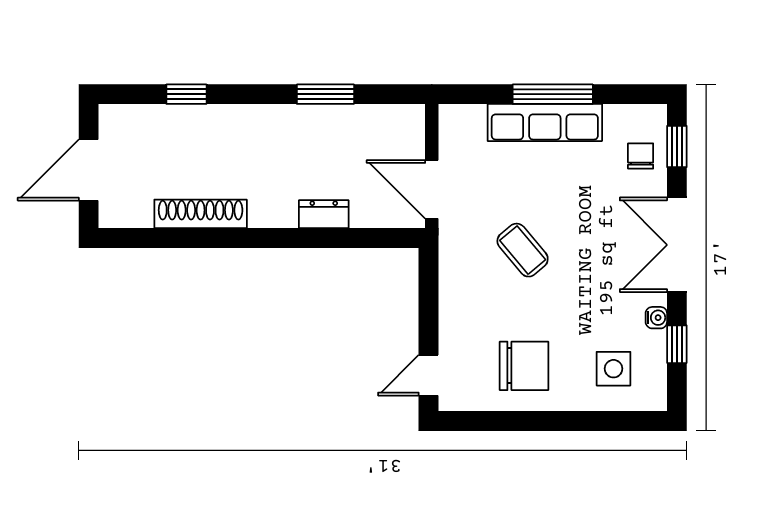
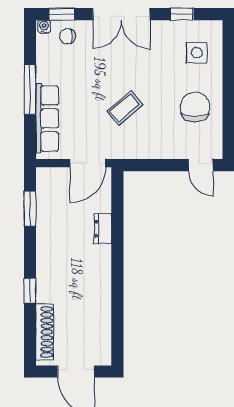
window: (186, 94) -> (30, 291), moved
window: (325, 94) -> (30, 209), moved
row of seats: (545, 123) -> (47, 119), moved
shoe rack: (201, 214) -> (45, 332), moved, turned 180
water cooler: (656, 318) -> (44, 27), moved

